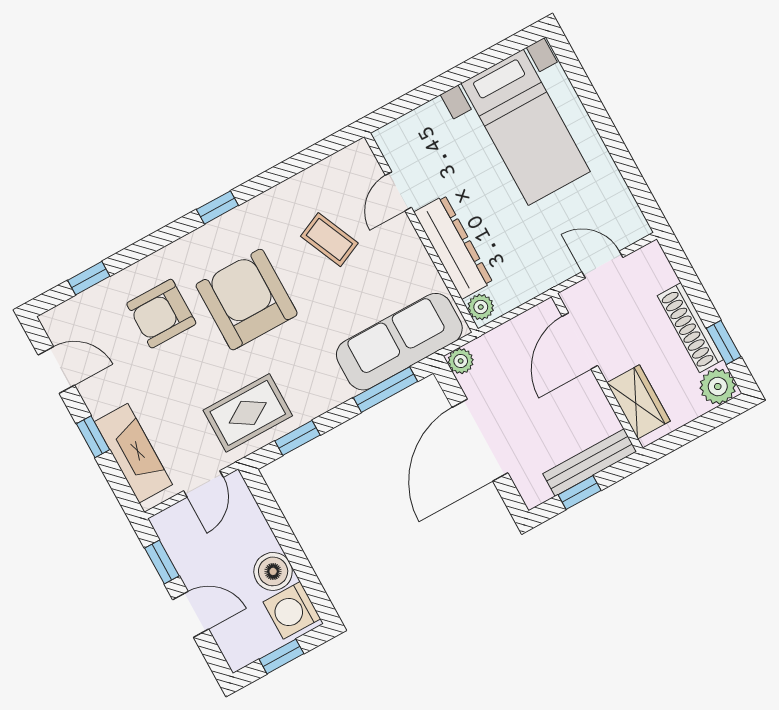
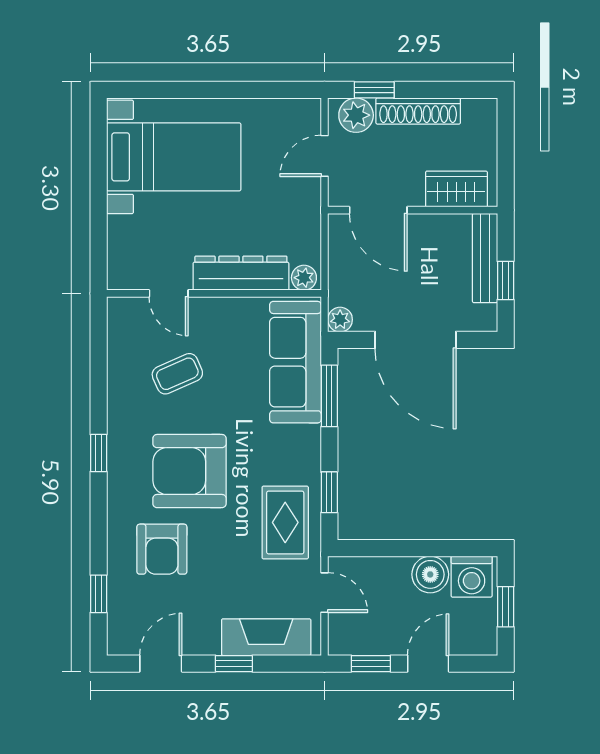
window: (724, 342) -> (374, 90), moved
plant: (718, 386) -> (356, 115), moved

